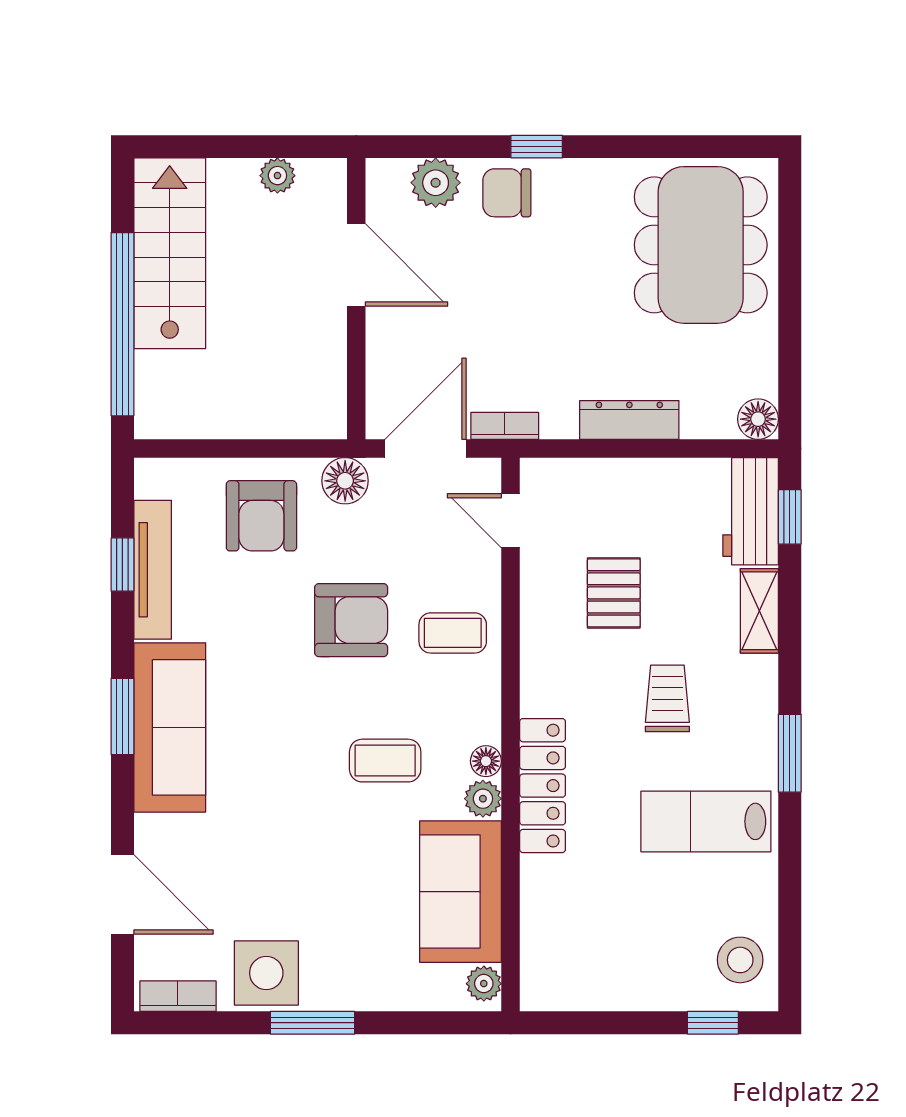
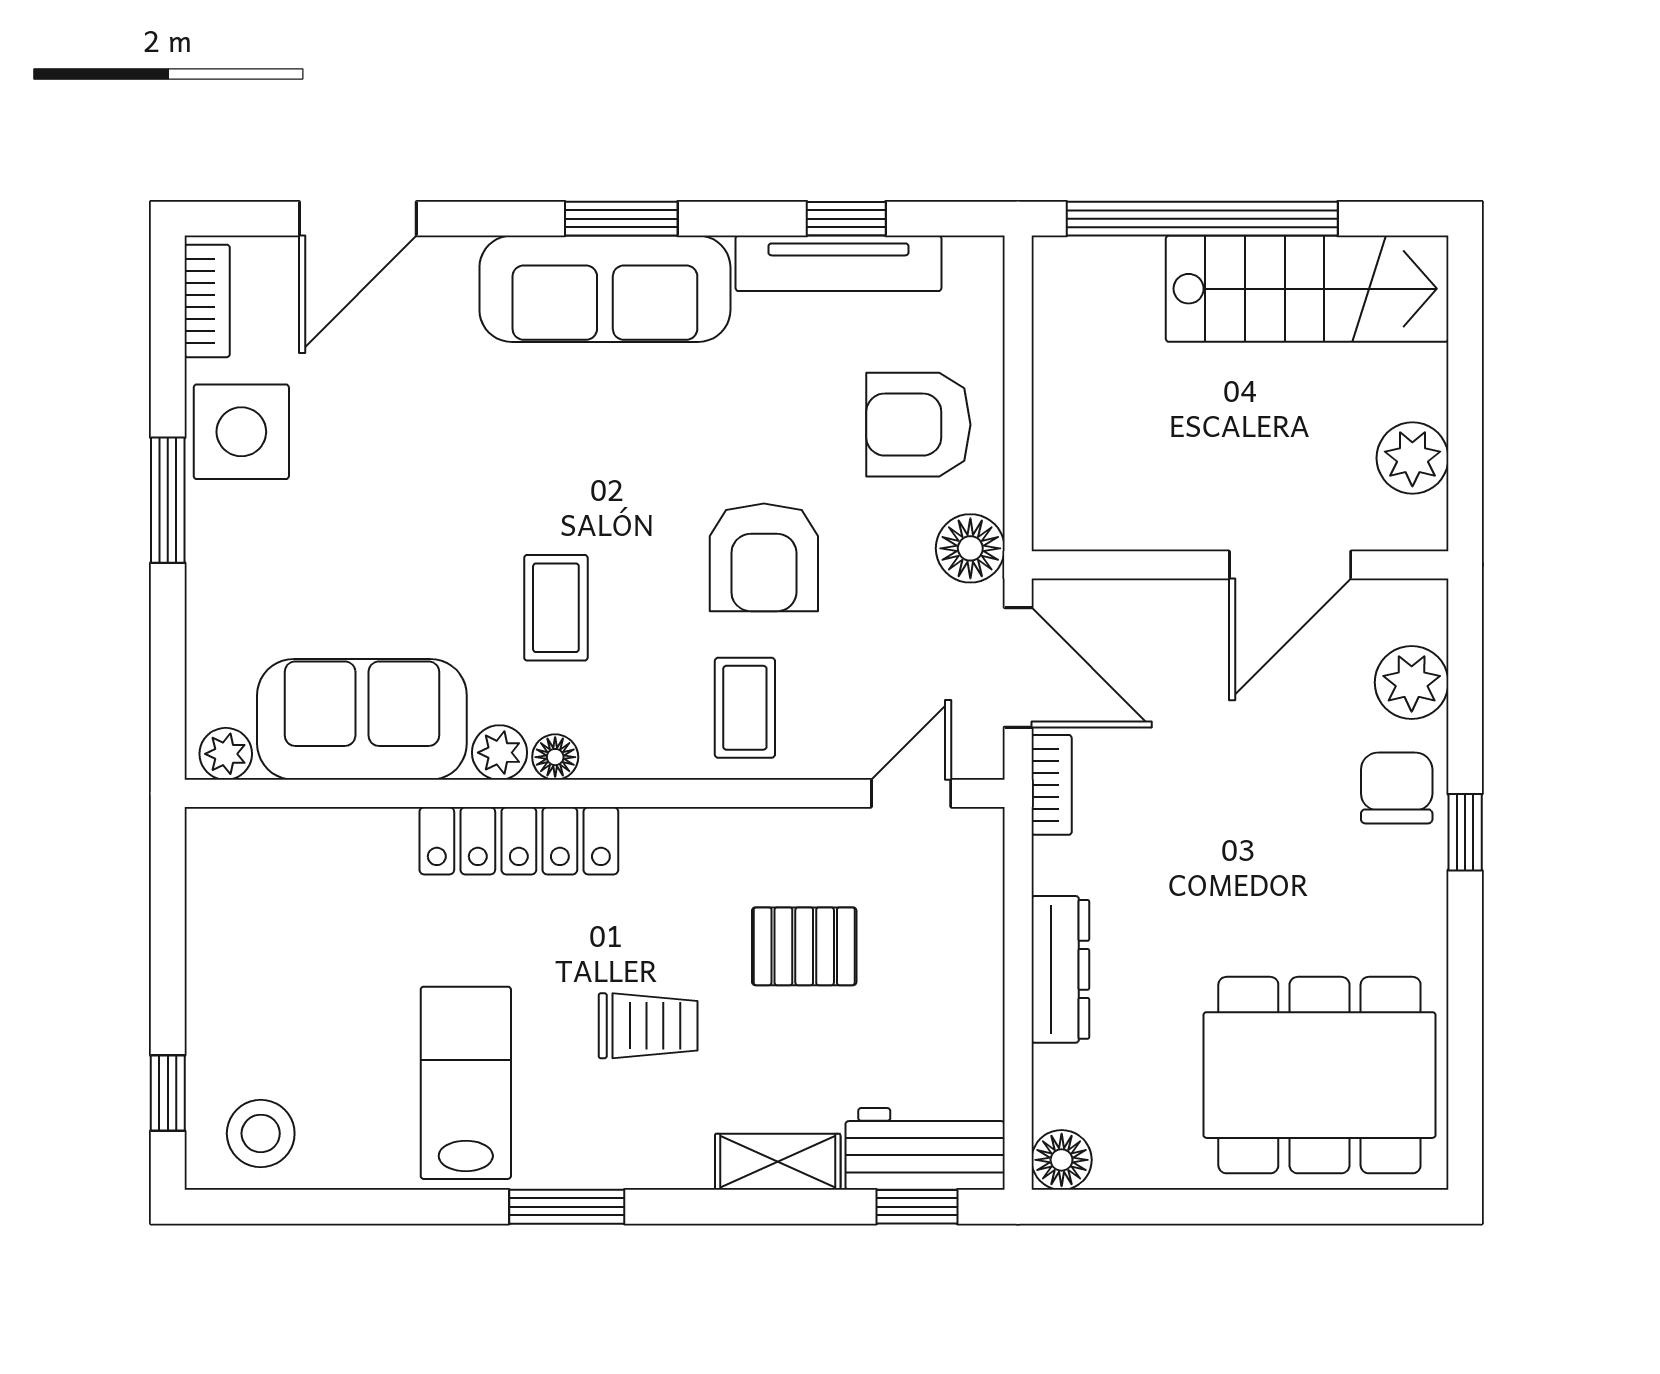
plant: (277, 176) -> (1412, 458), width x1.38, depth x1.38

